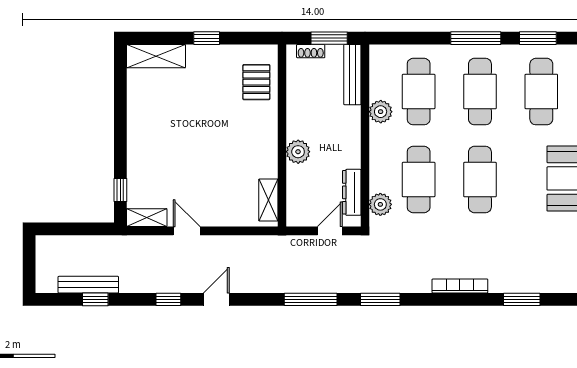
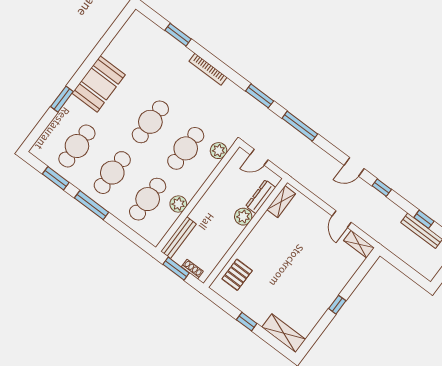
window: (120, 190) -> (337, 305), moved
dresser: (352, 192) -> (261, 197), moved, turned 180

